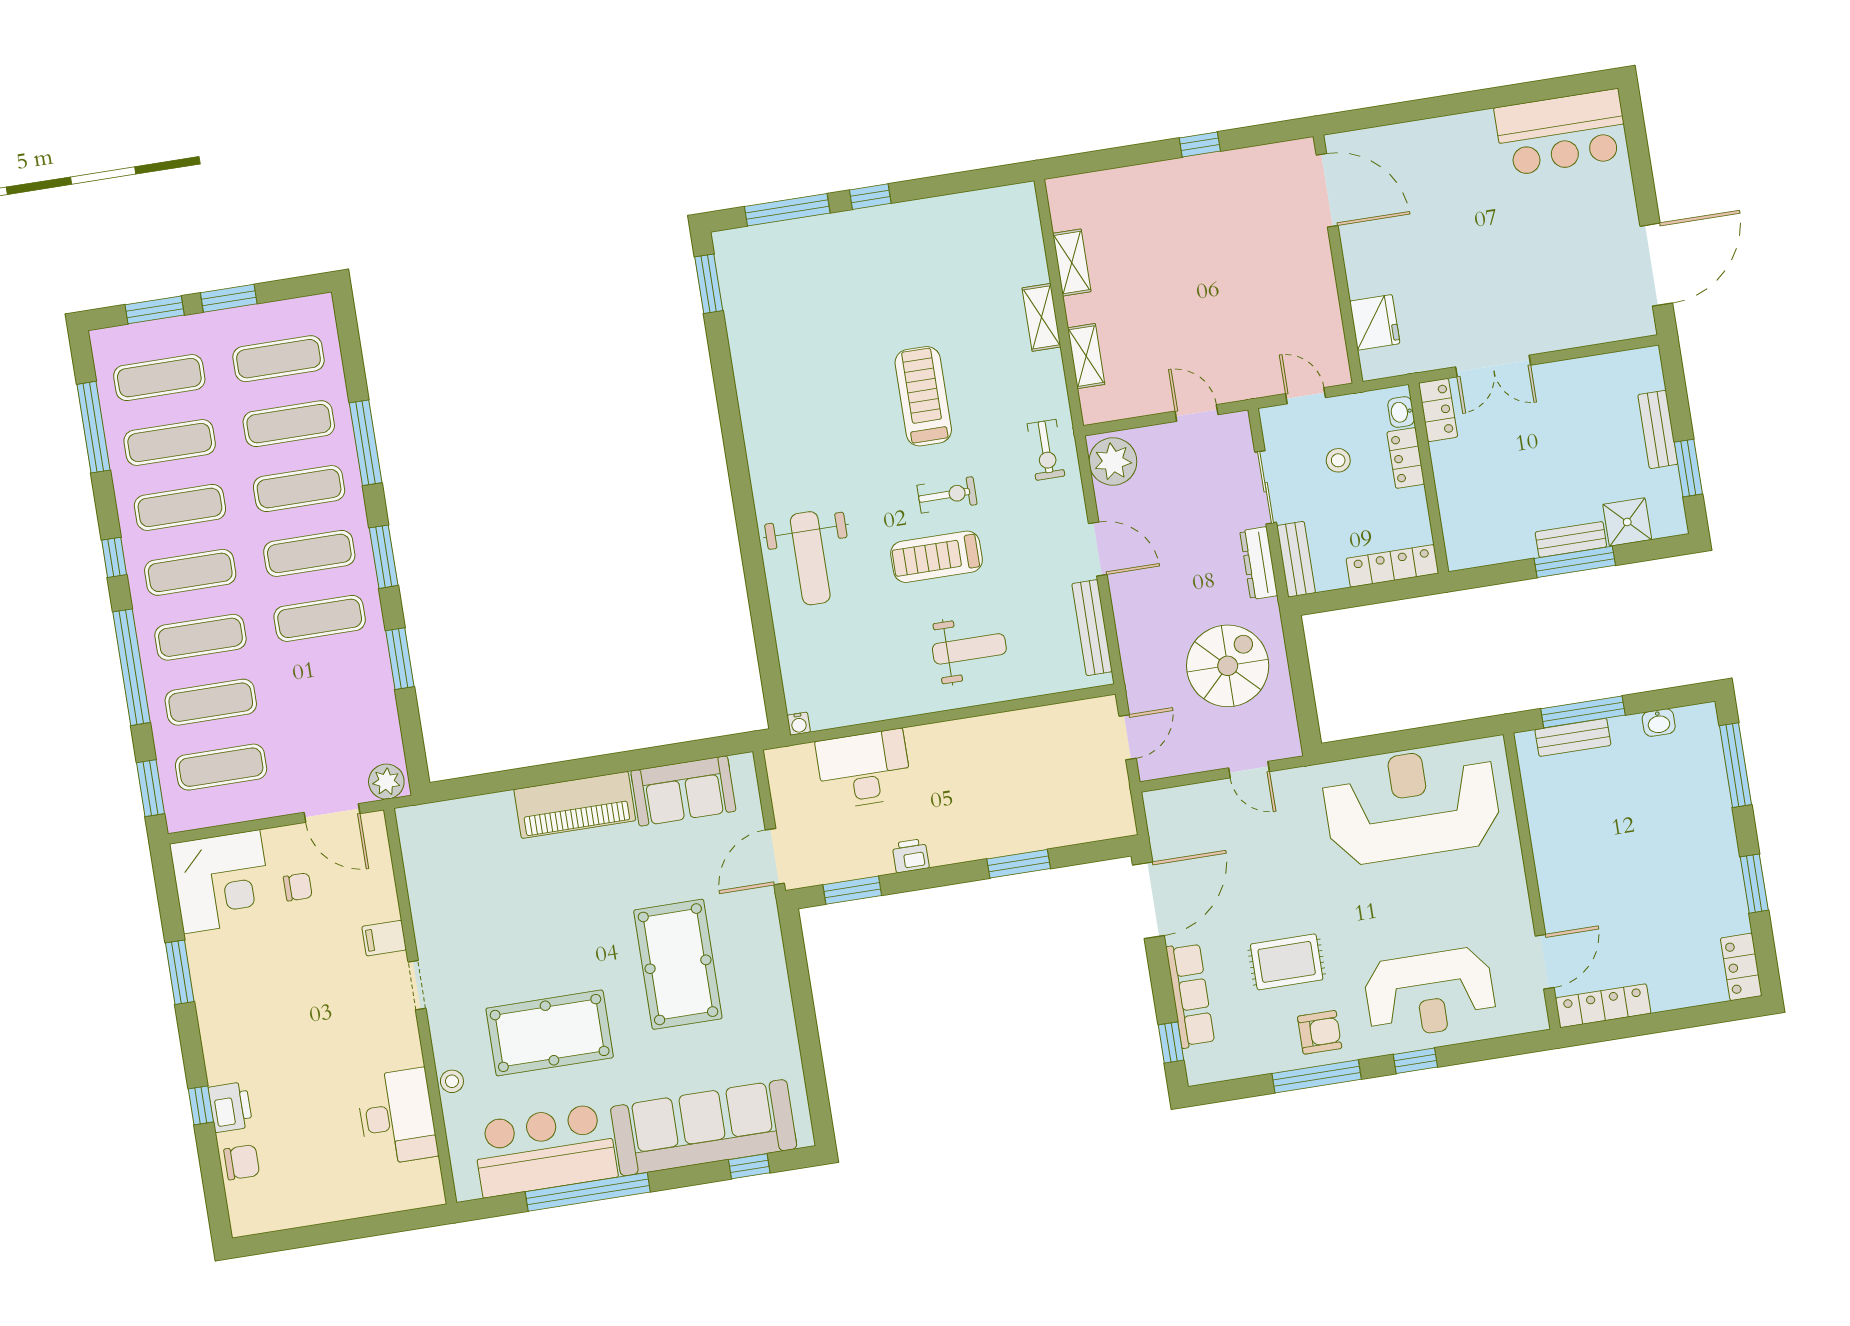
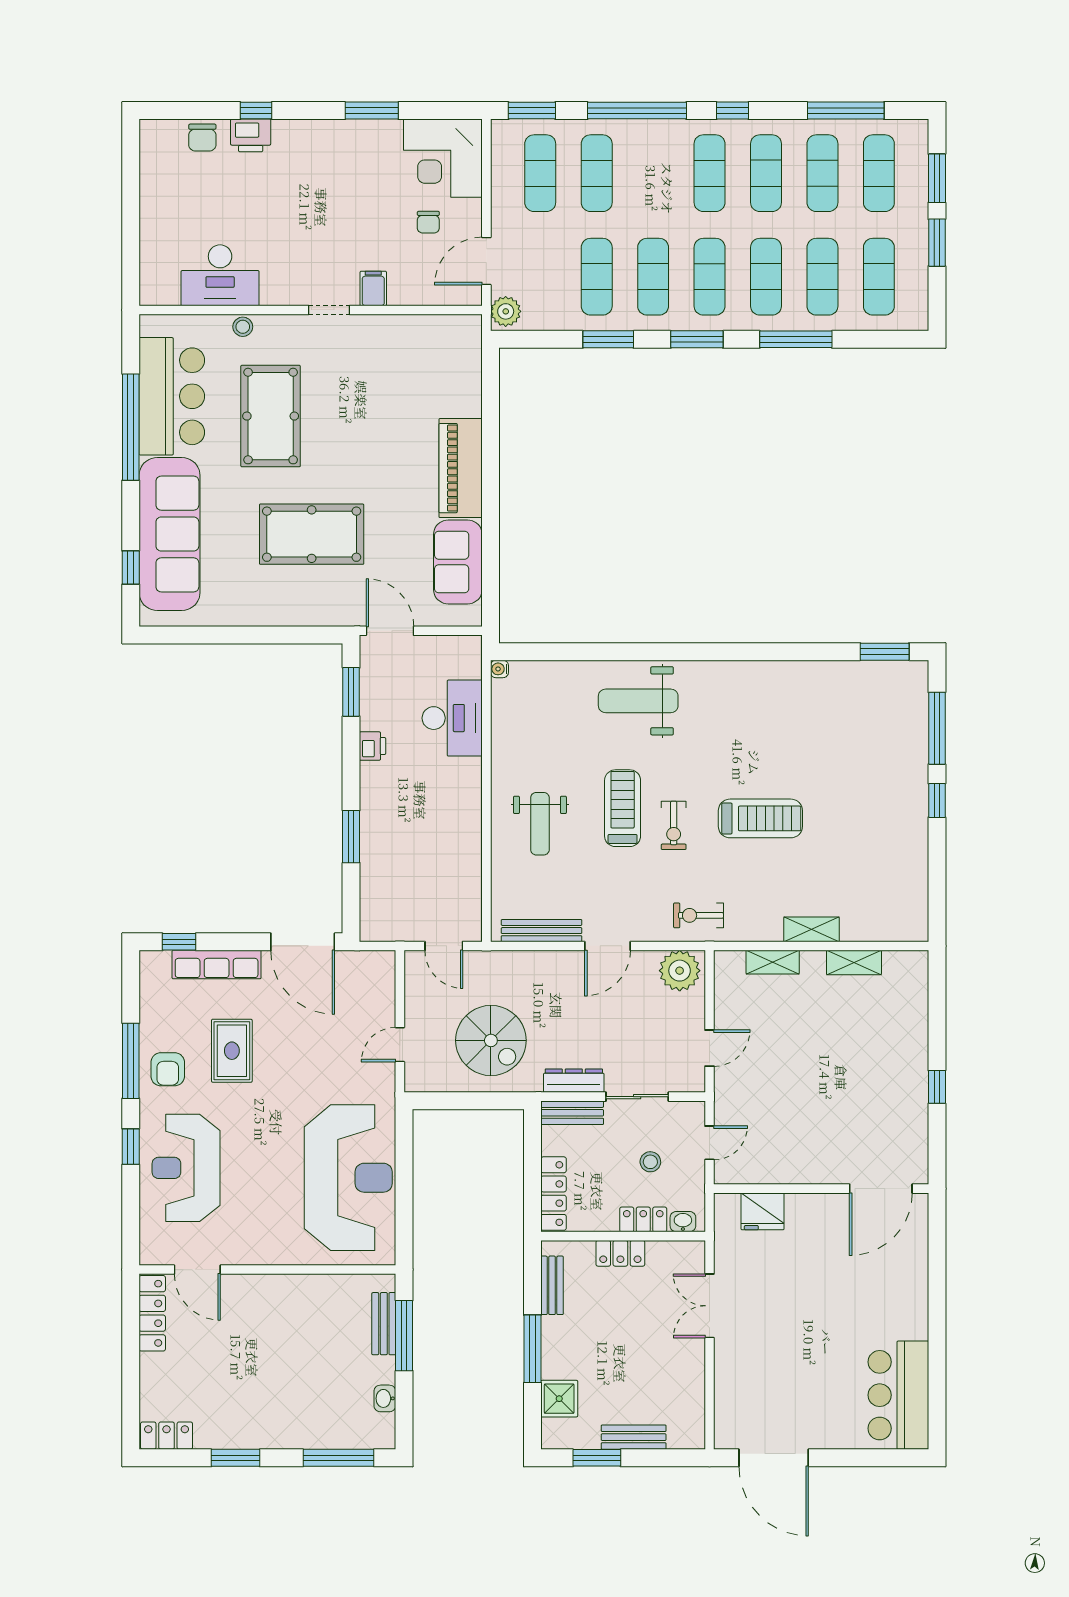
locker: (1438, 410) -> (620, 1253), moved
bench: (1571, 539) -> (552, 1285), moved
exercise mat: (200, 637) -> (597, 277), moved

